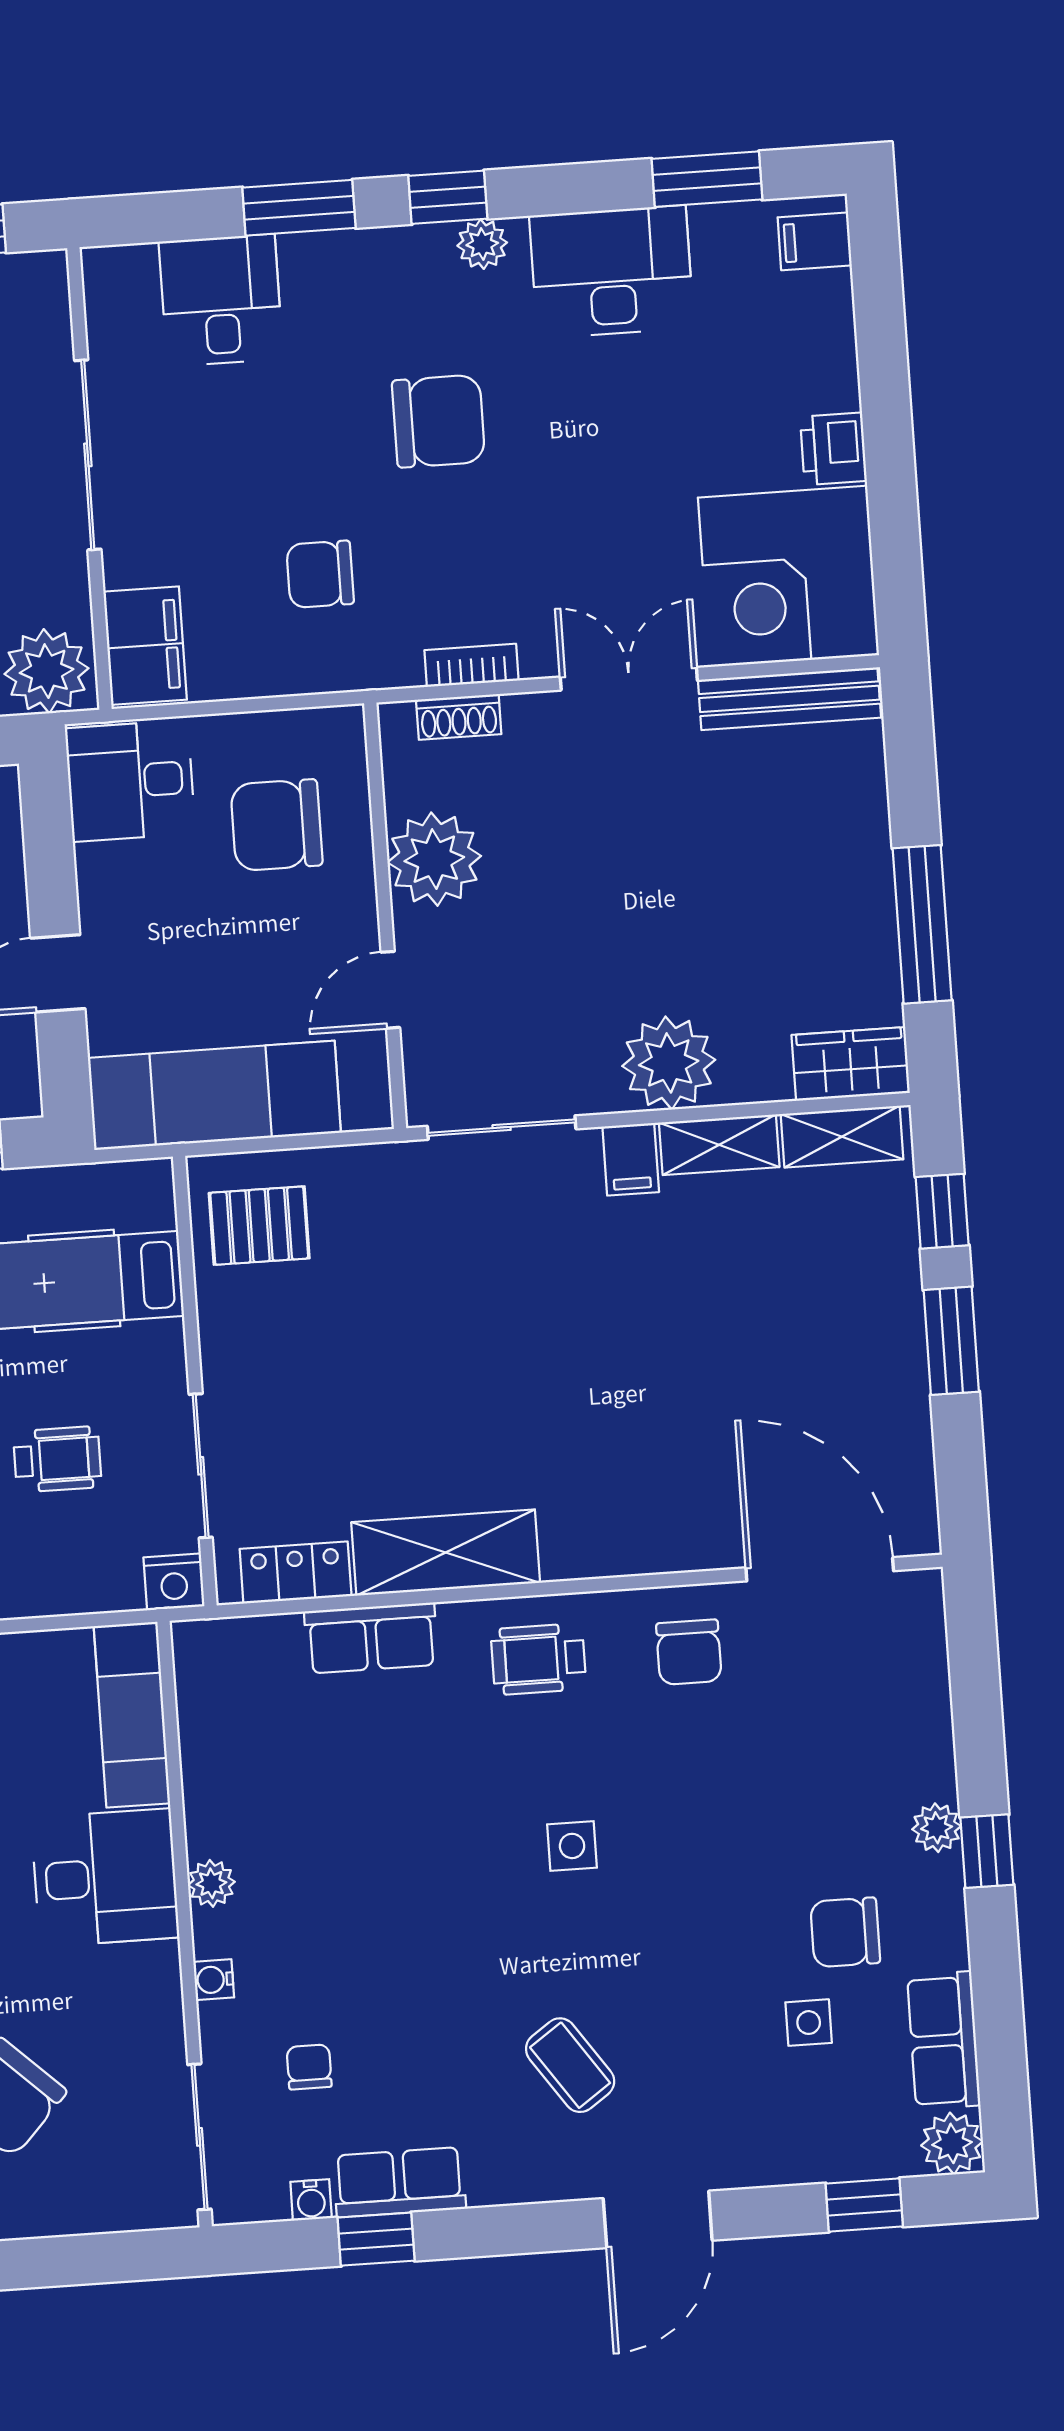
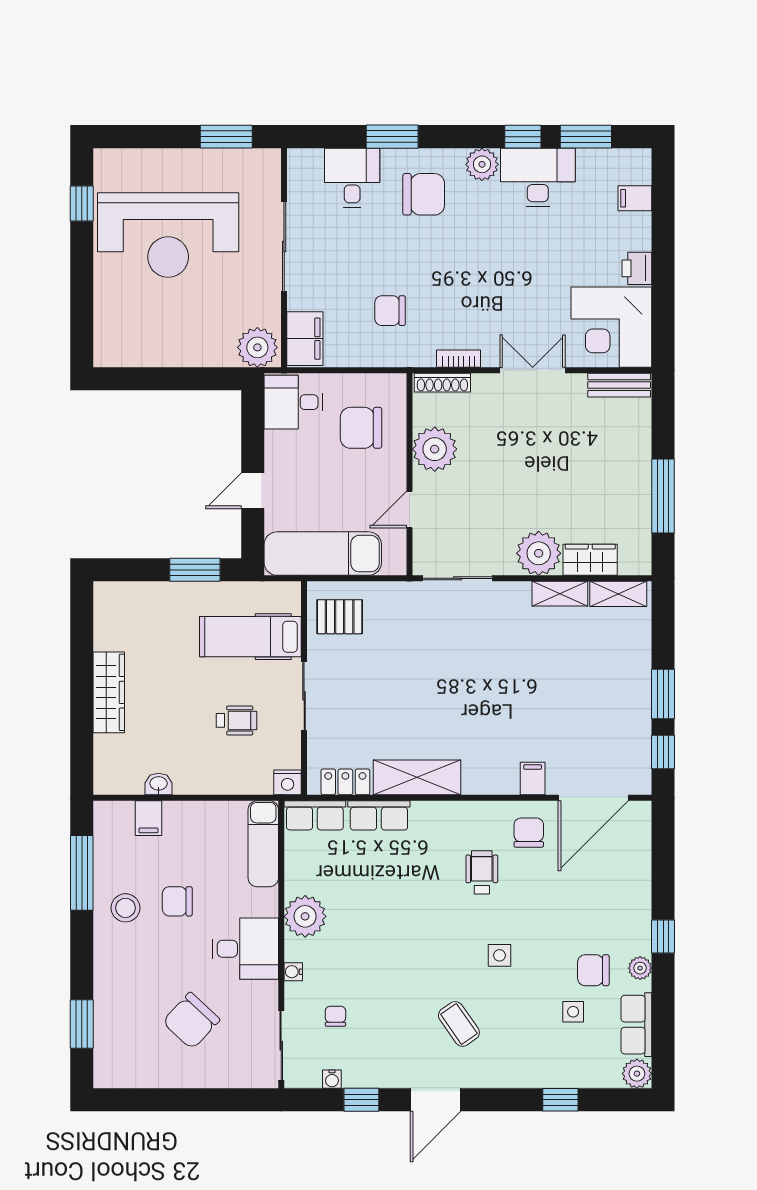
window: (448, 197) -> (523, 137), moved
filing cabinet: (815, 241) -> (635, 198), moved
plant: (482, 244) -> (482, 164), width x1.38, depth x1.38
chair: (439, 421) -> (424, 194), moved
bench: (789, 699) -> (619, 385), width x0.73
shoe rack: (459, 717) -> (442, 383), width x1.43
wardrobe: (851, 1064) -> (590, 560), moved
filing cabinet: (631, 1159) -> (533, 778), moved, turned 180
window: (942, 1211) -> (663, 752), moved
sliding door: (201, 1466) -> (304, 696), moved
door: (820, 1569) -> (593, 798), swing flipped
chair: (689, 1652) -> (529, 833), turned 180
wheelchair: (538, 1659) -> (482, 872), moved, turned 90
plant: (937, 1828) -> (640, 968), moved
side table: (572, 1846) -> (499, 955), moved
desk: (105, 1878) -> (245, 949), moved
plant: (211, 1883) -> (305, 916), width x1.88, depth x1.88
row of seats: (399, 2182) -> (315, 815), moved, turned 180
window: (864, 2205) -> (560, 1100), moved
door: (658, 2219) -> (436, 1100), moved

